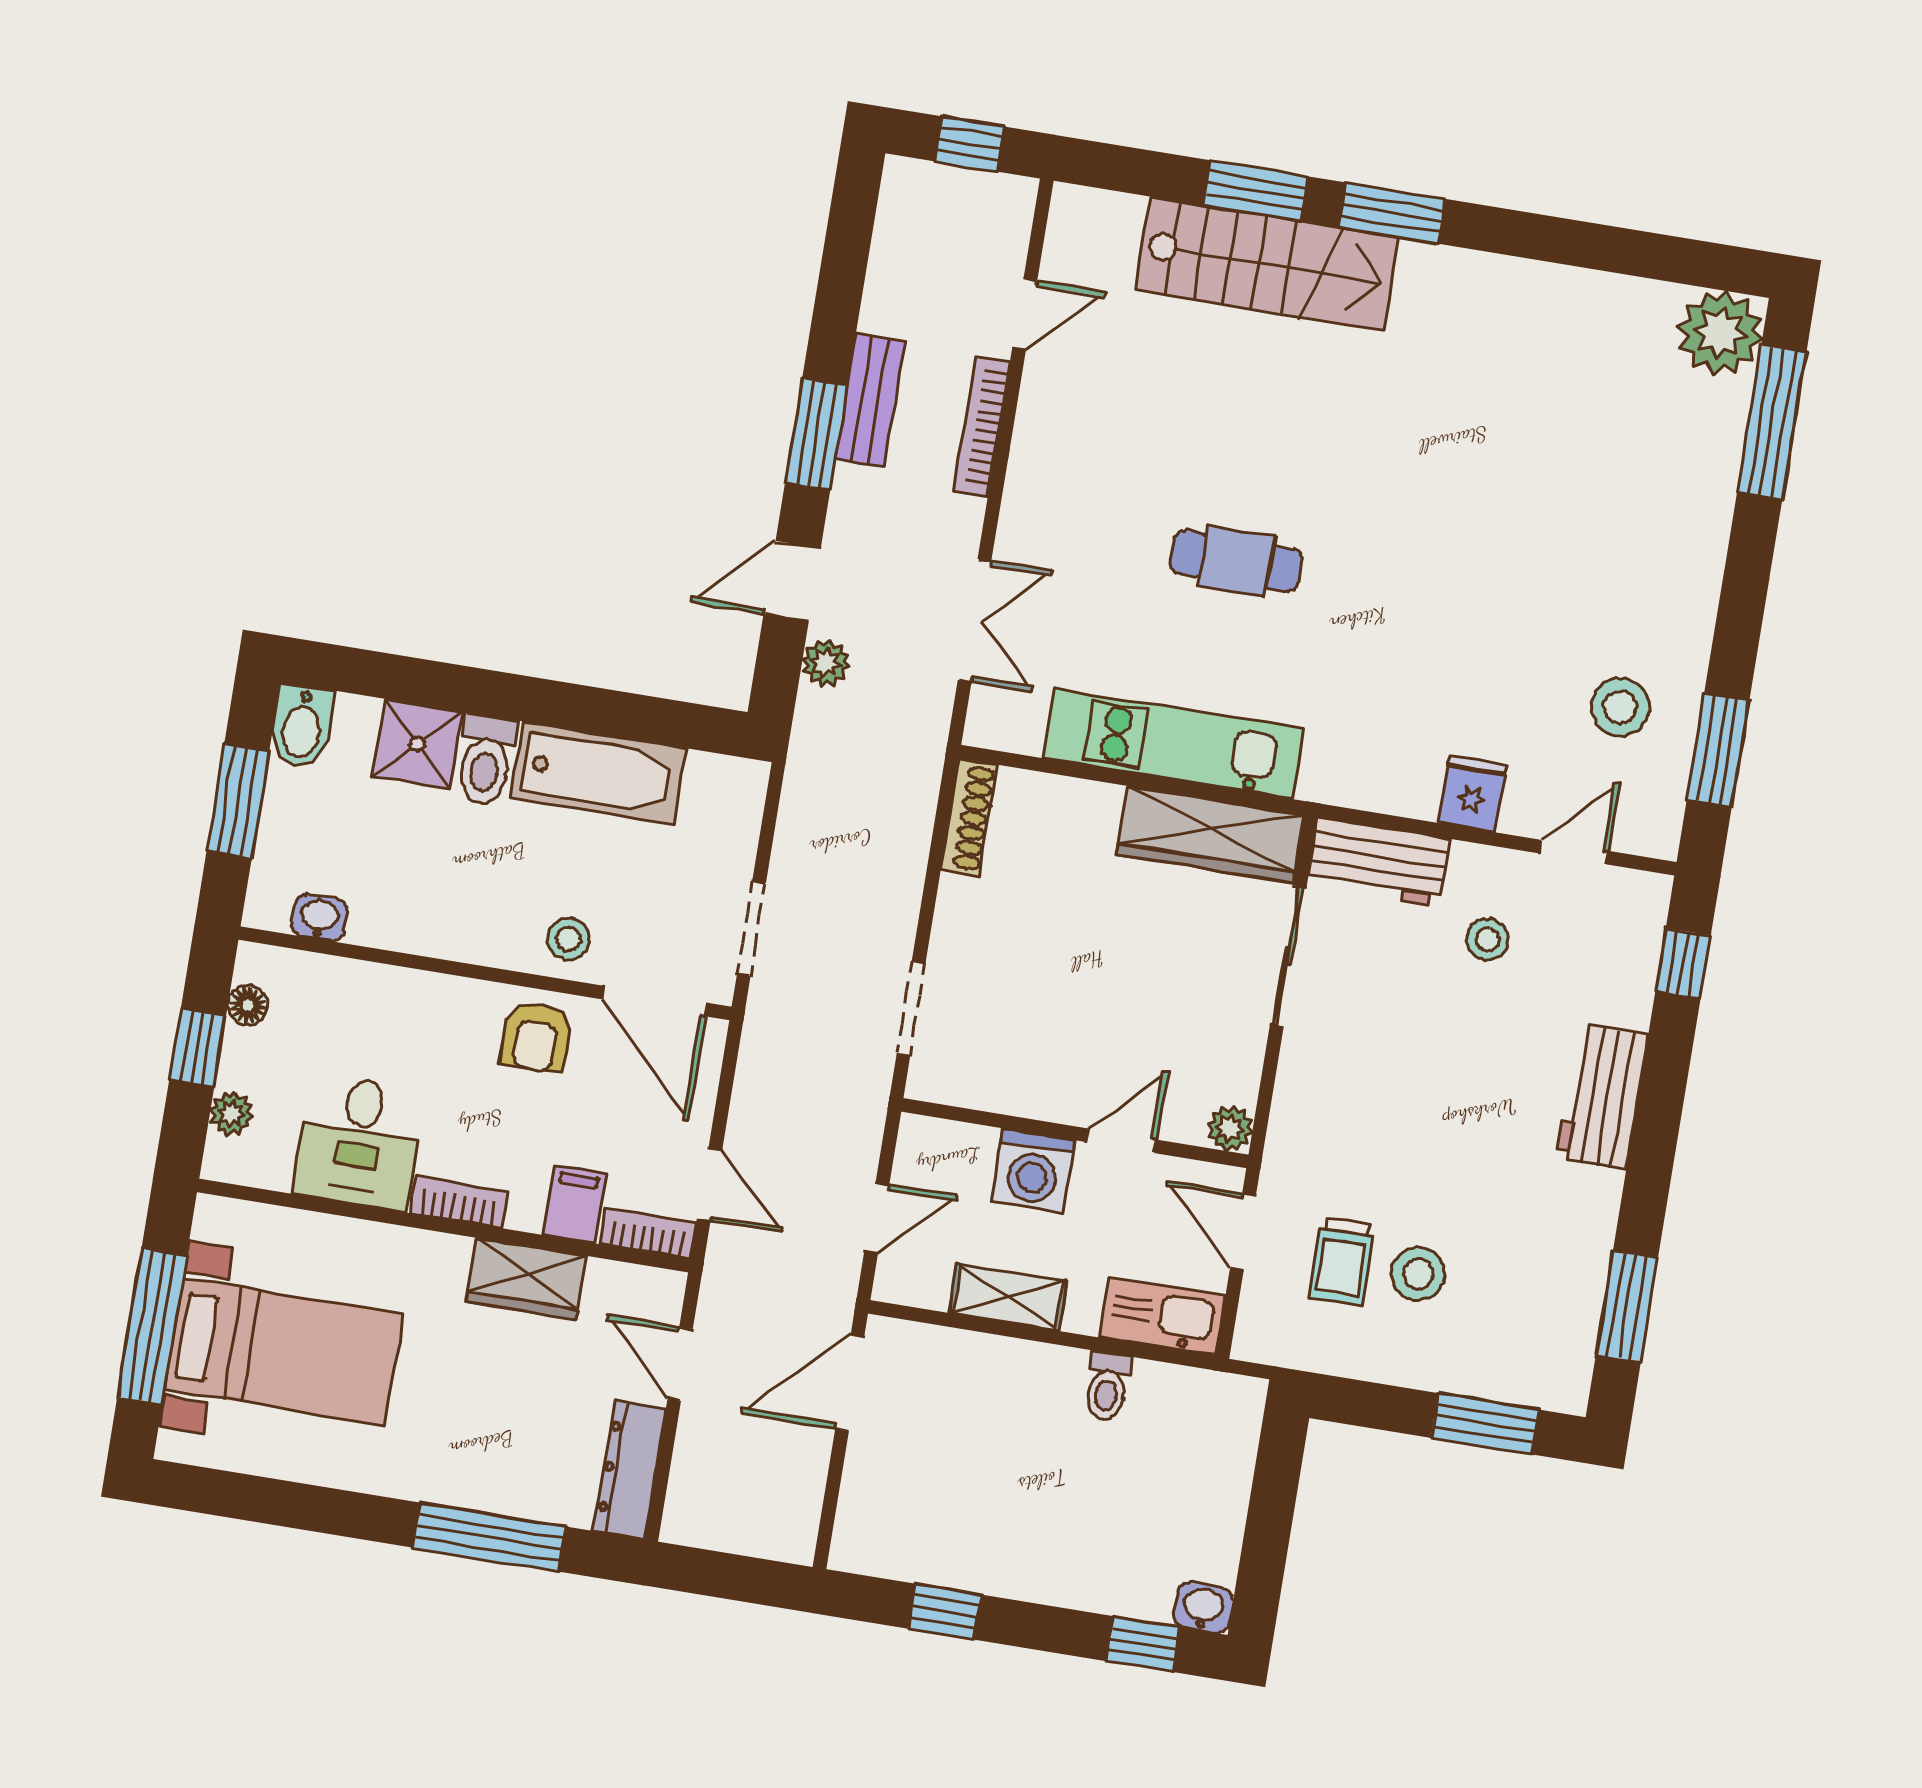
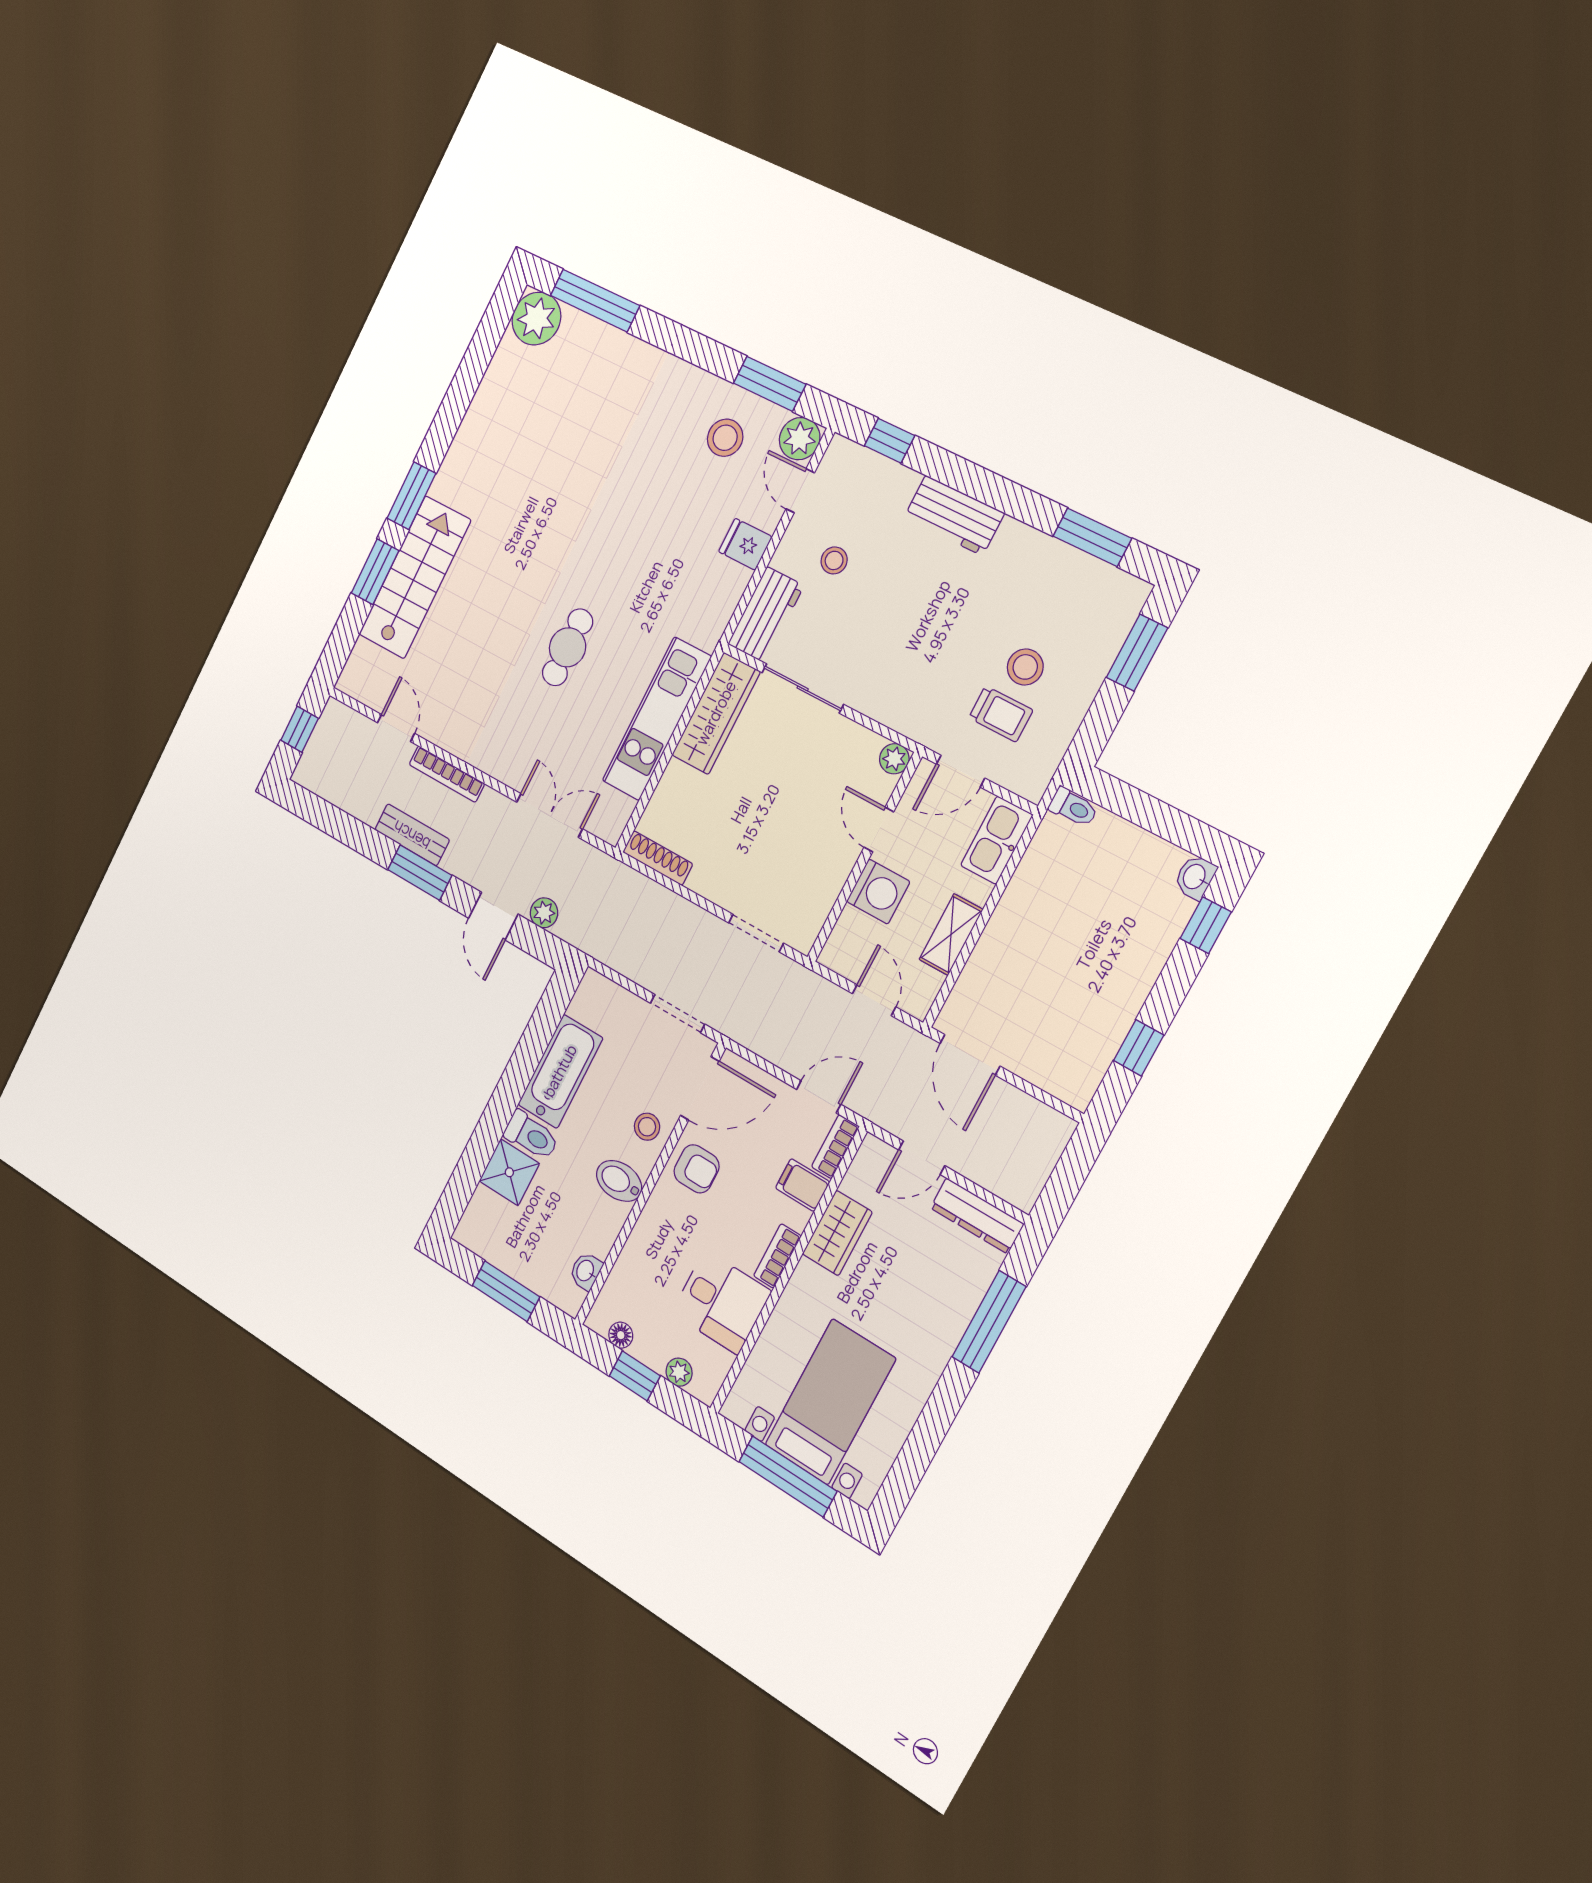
bidet: (302, 726) -> (619, 1181), moved, turned 180
plant: (1650, 825) -> (800, 439), added
toilet: (1107, 1387) -> (1073, 807), moved

